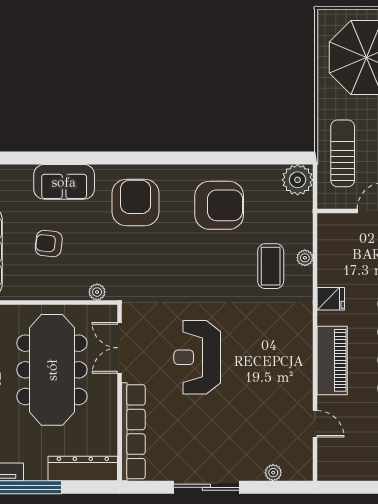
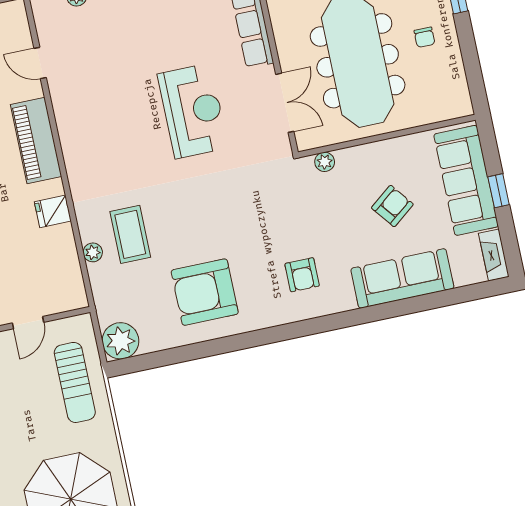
sofa: (64, 182) -> (402, 278), width x1.36
armchair: (136, 203) -> (302, 275), width x0.53, depth x0.53
armchair: (49, 244) -> (392, 206), turned -44

